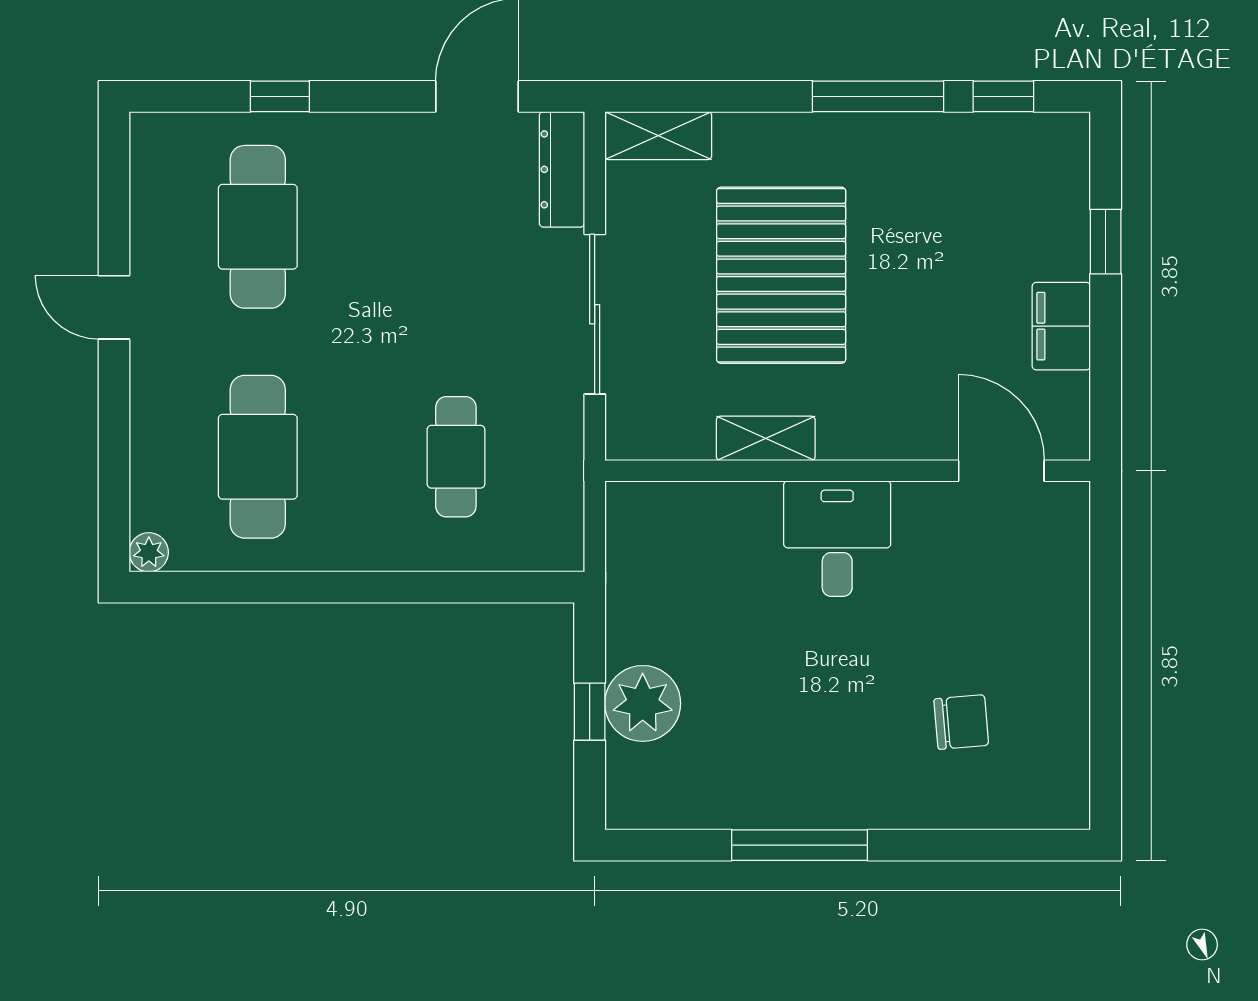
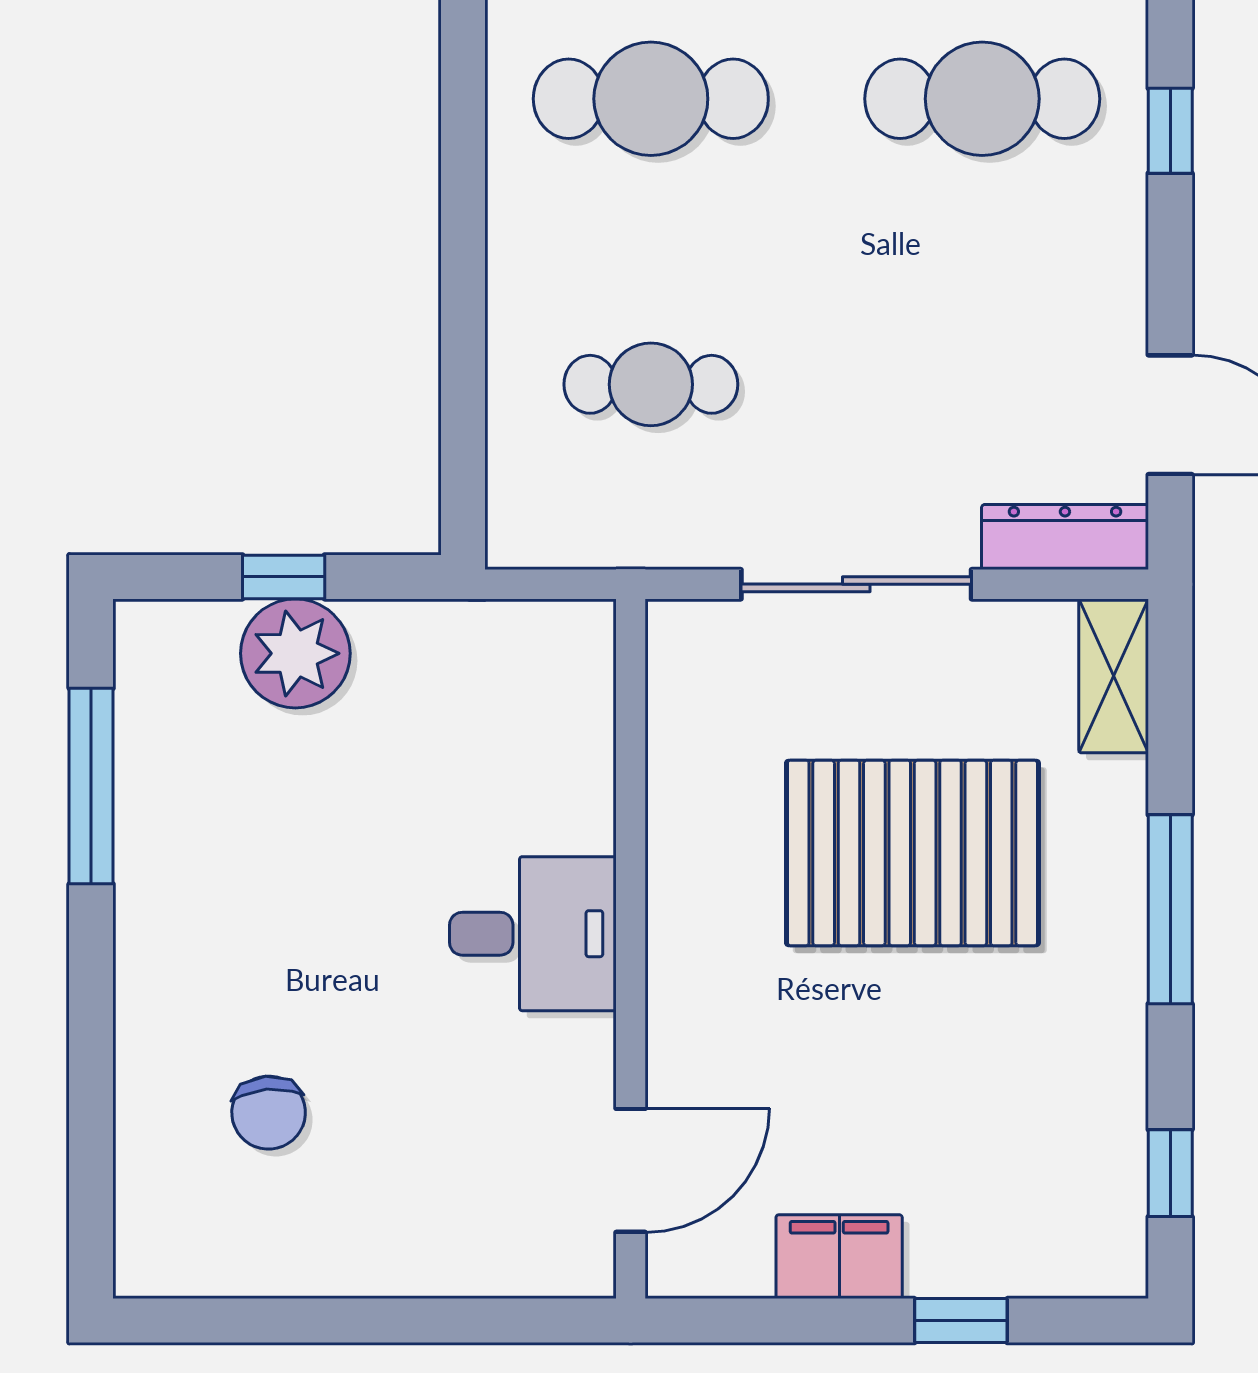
window: (878, 96) -> (1170, 909), moved
shelving: (766, 438) -> (677, 831), removed
window: (800, 845) -> (91, 786), moved

